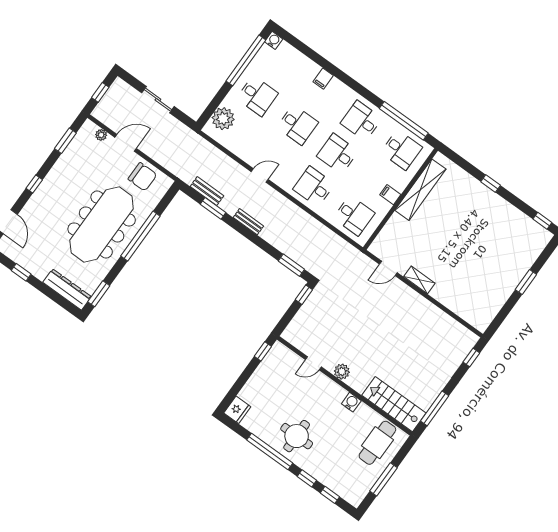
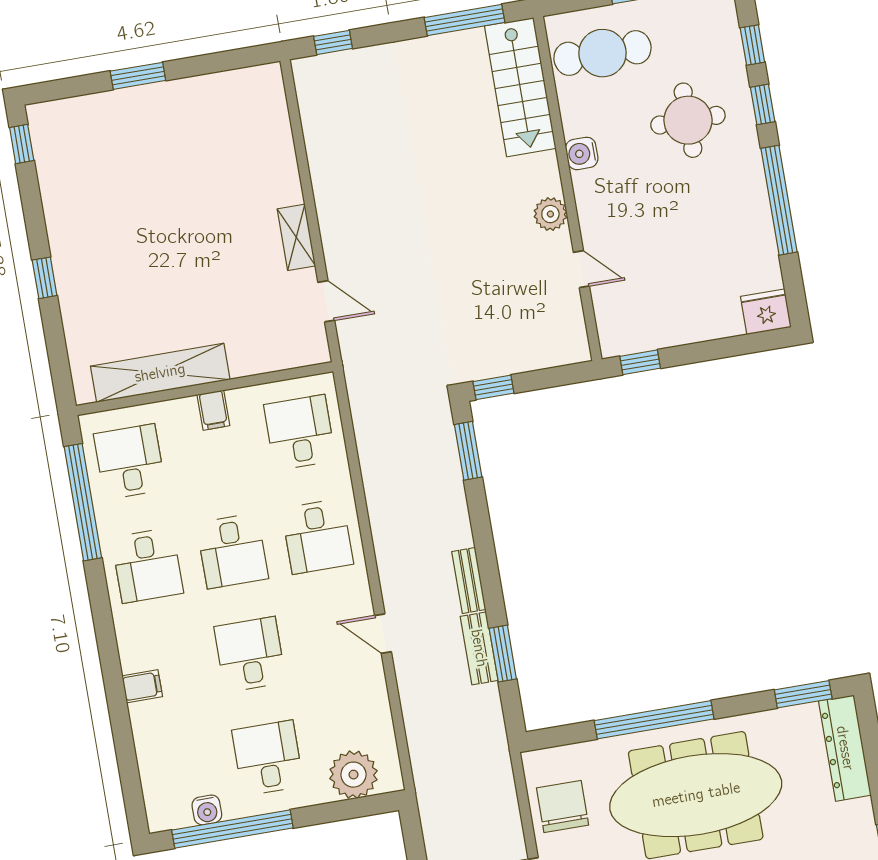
water cooler: (274, 40) -> (207, 810), moved, turned -90
bench: (207, 191) -> (479, 648), moved
round table: (297, 436) -> (688, 120), moved

